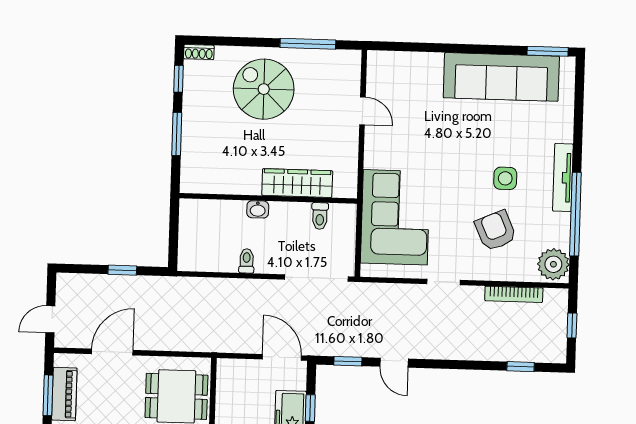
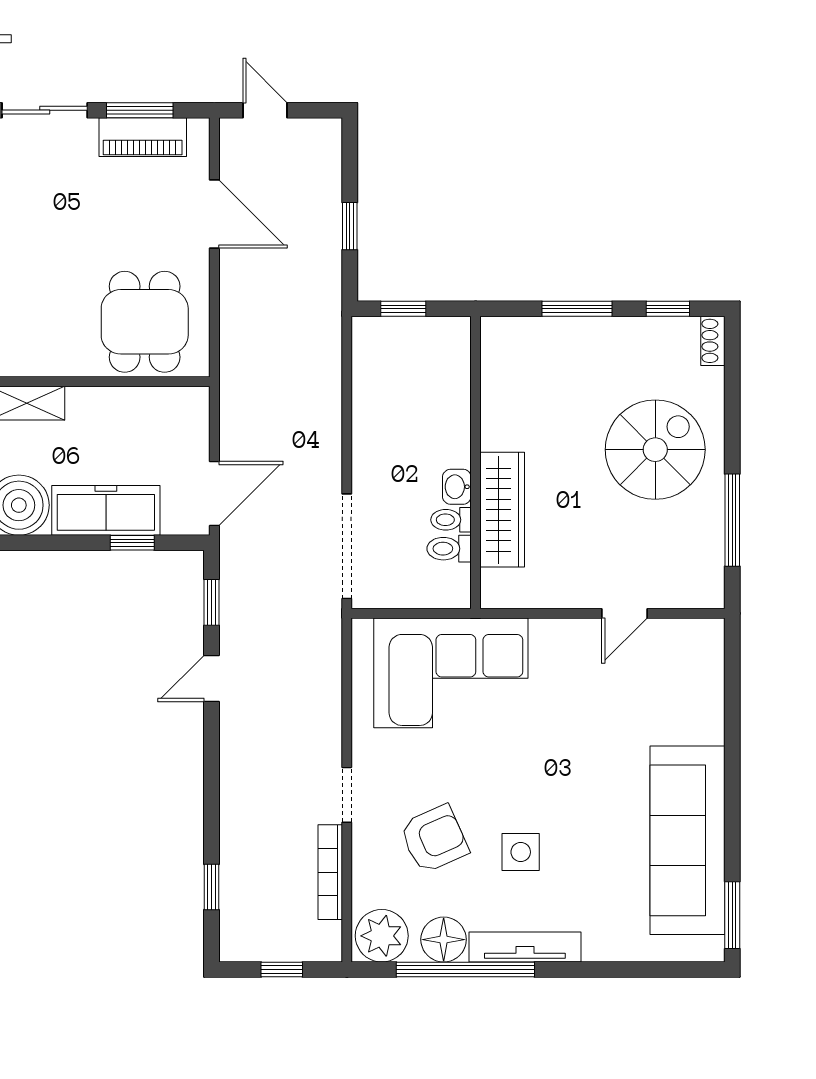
washbasin: (258, 209) -> (457, 487), moved
floor lamp: (557, 227) -> (444, 940), added
window: (173, 239) -> (403, 309), added
toilet: (247, 261) -> (451, 520), moved, turned 180
doorway: (443, 282) -> (347, 795), moved

